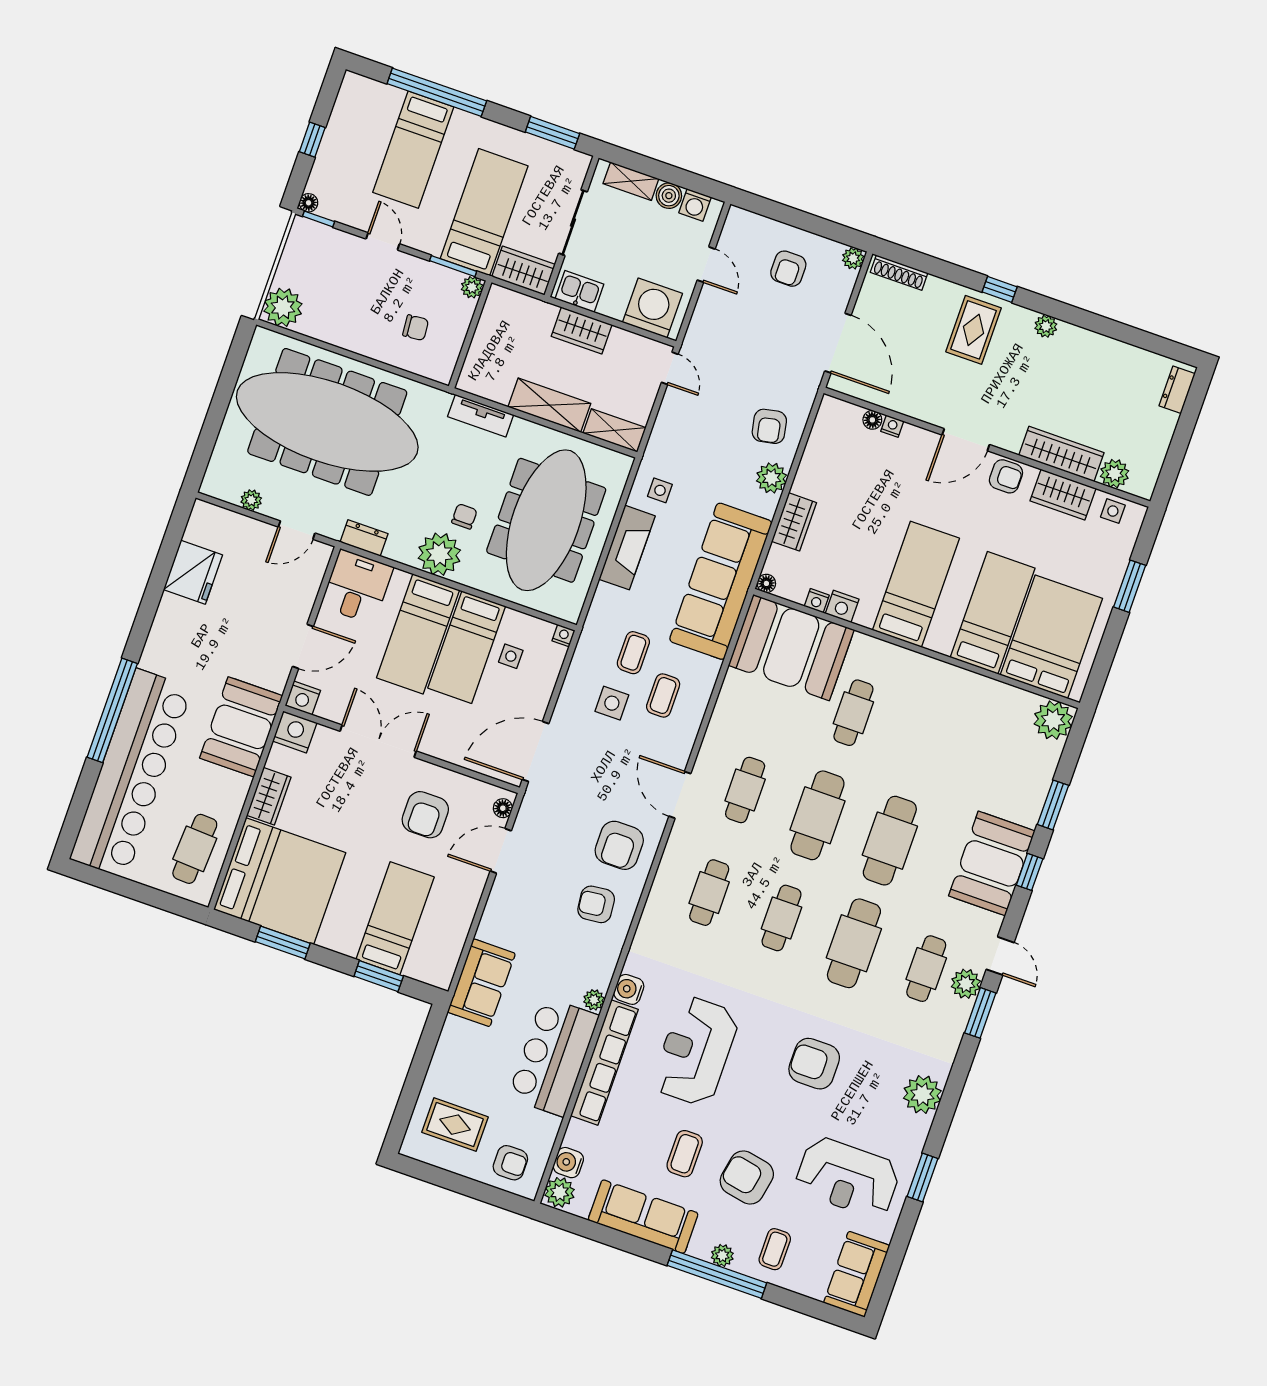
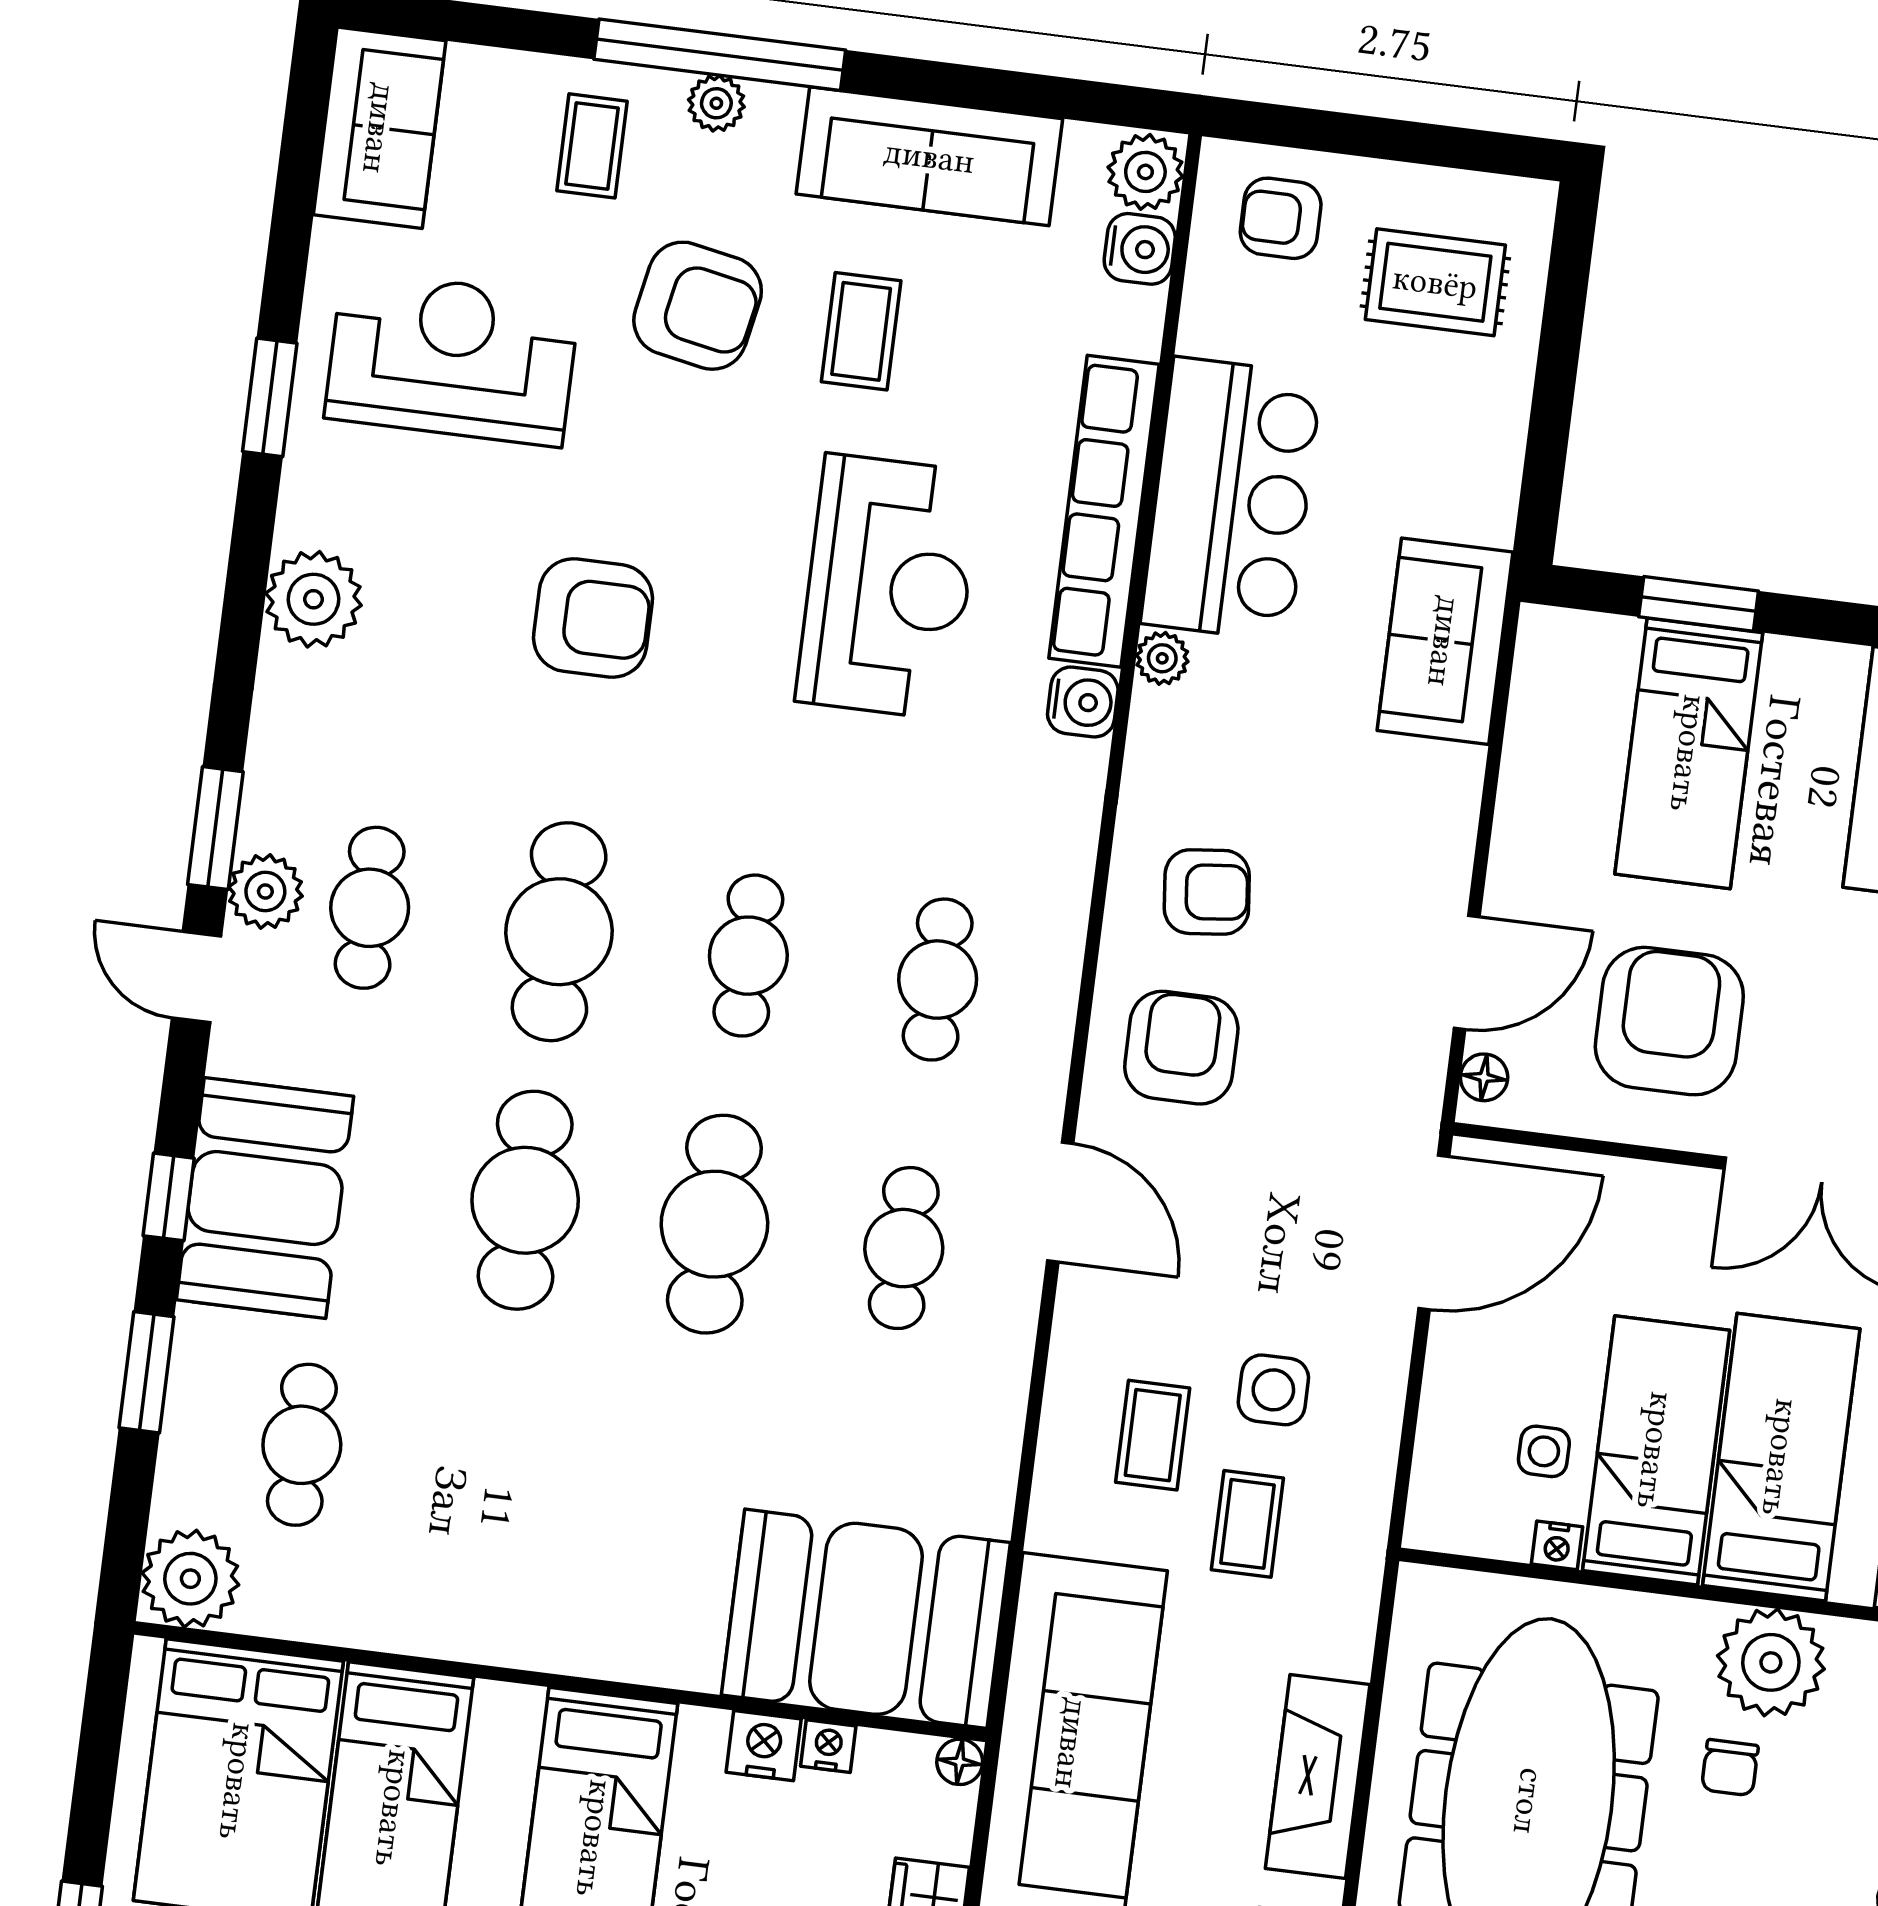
nightstand: (563, 636) -> (1557, 1545), moved
cafe table: (853, 713) -> (302, 1445), moved
armchair: (425, 815) -> (1669, 1021), width x1.36, depth x1.36

